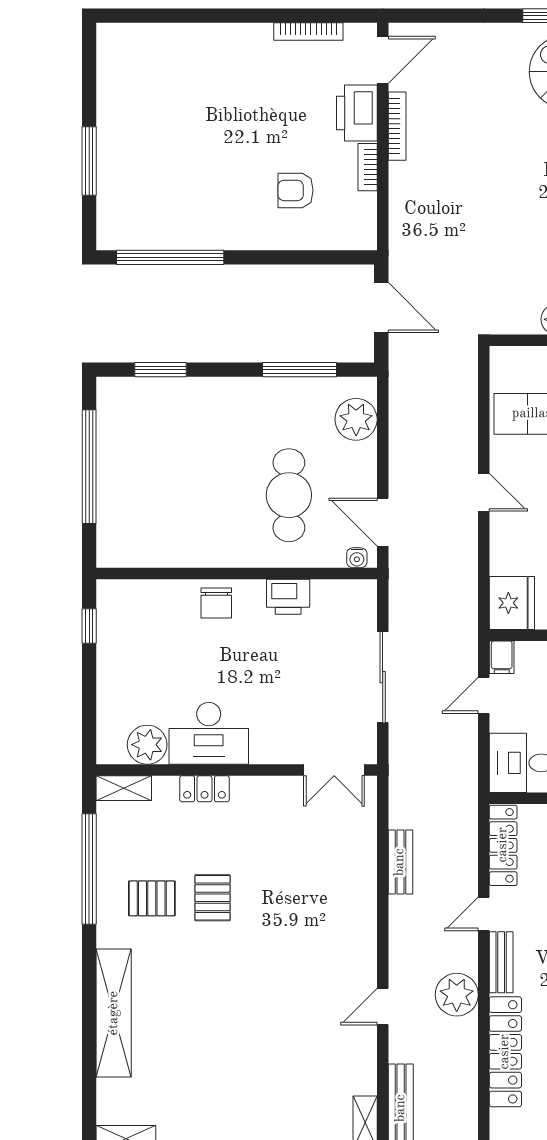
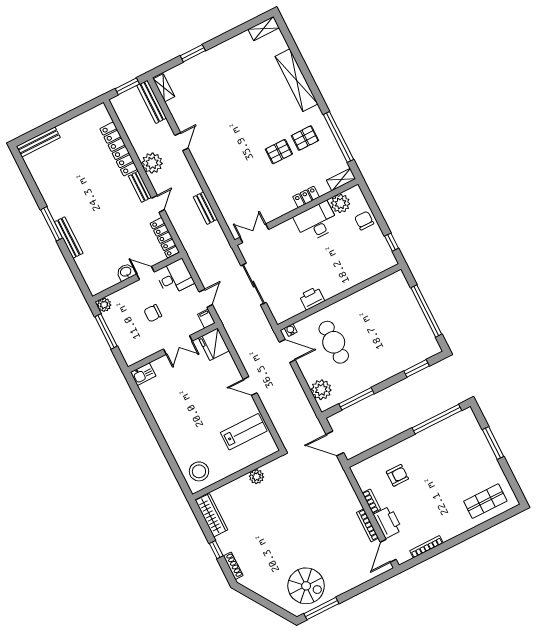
shop shelf: (157, 61) -> (485, 501), added
chair: (216, 603) -> (364, 221), moved
pallet: (213, 898) -> (279, 152), turned 90

